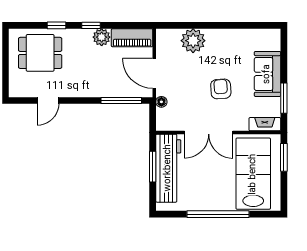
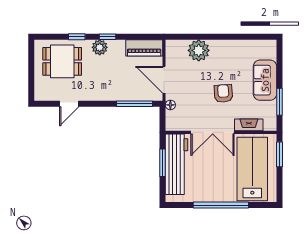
plant: (102, 37) -> (100, 47), moved
fireplace: (265, 124) -> (249, 125), moved

